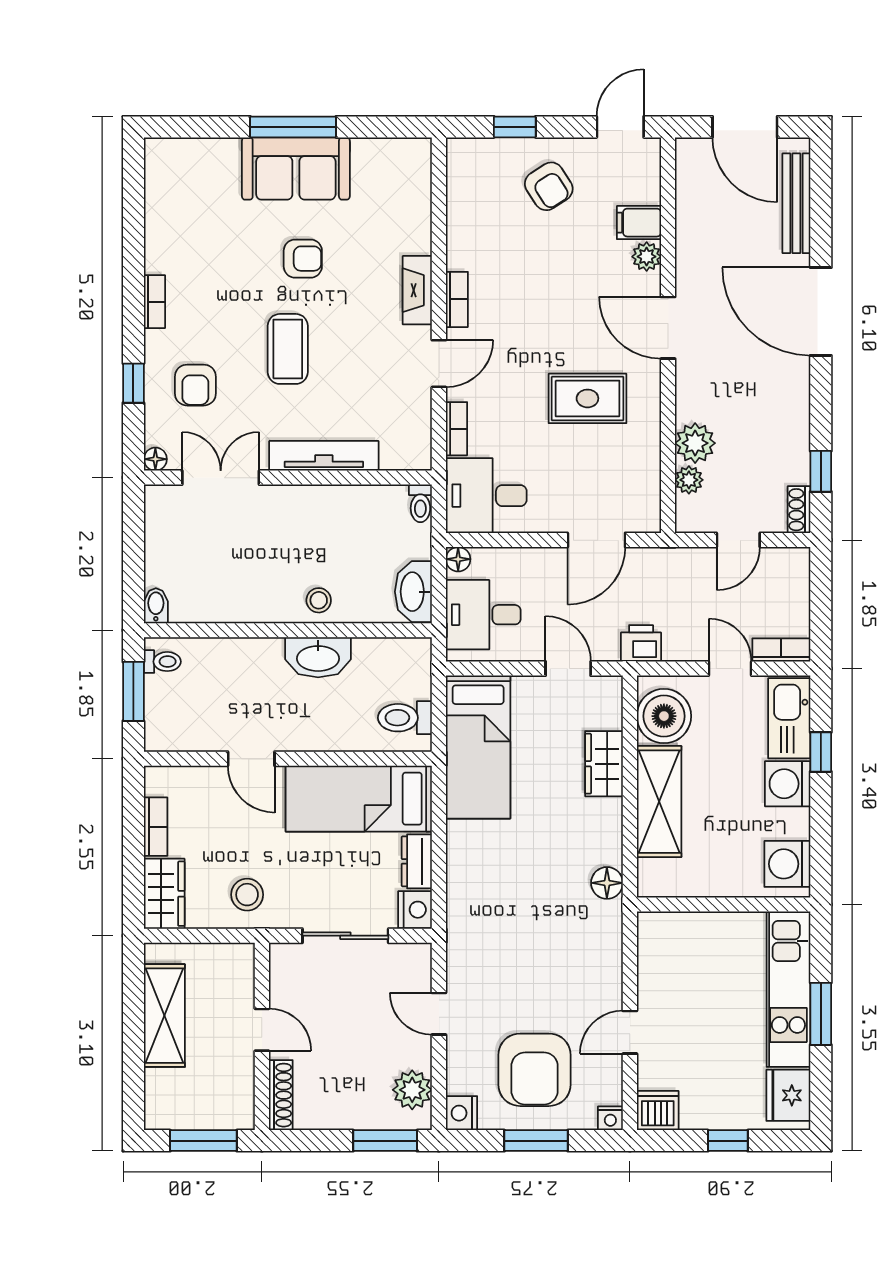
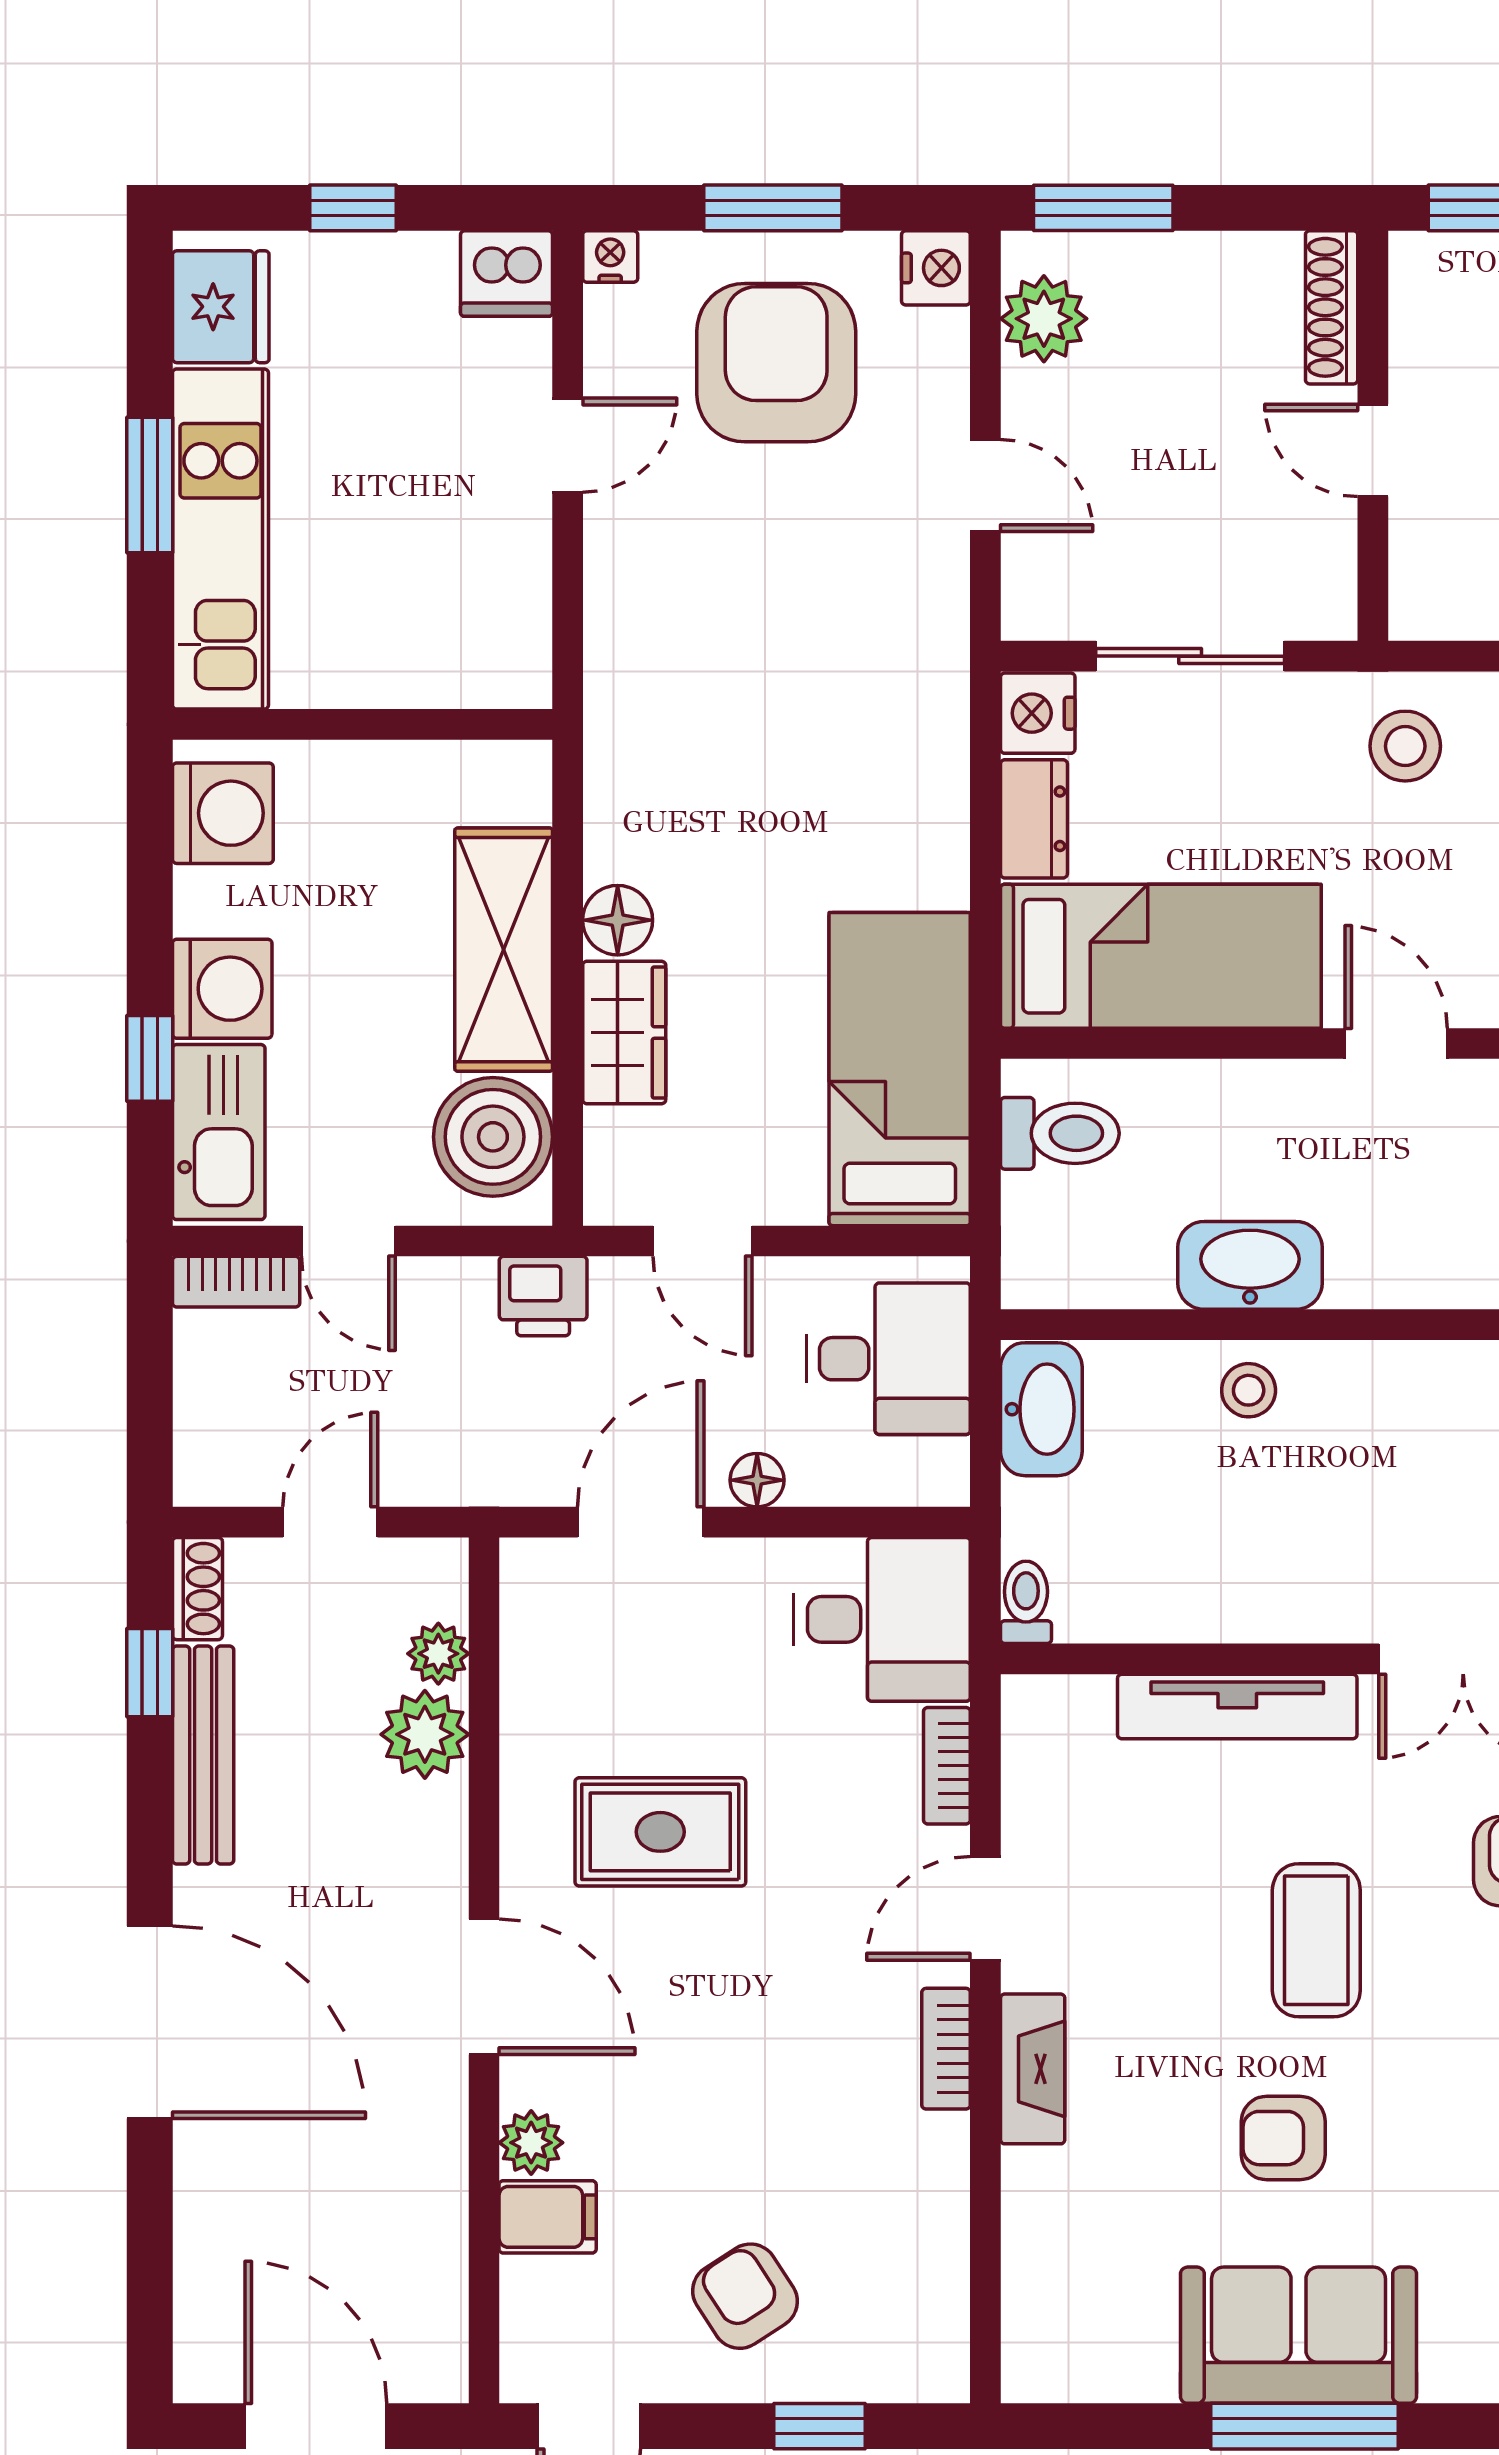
bench: (796, 203) -> (203, 1755), moved
floor lamp: (458, 559) -> (757, 1480), moved
floor lamp: (607, 883) -> (618, 920), moved

